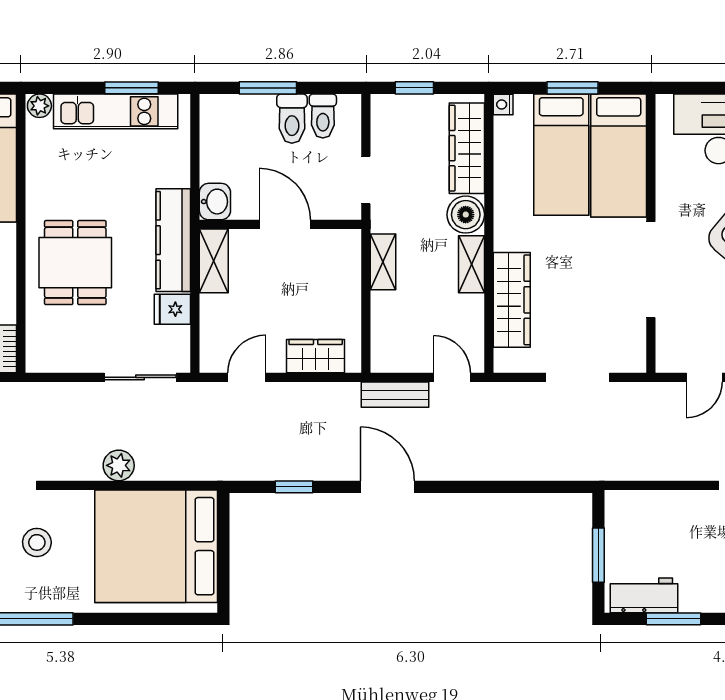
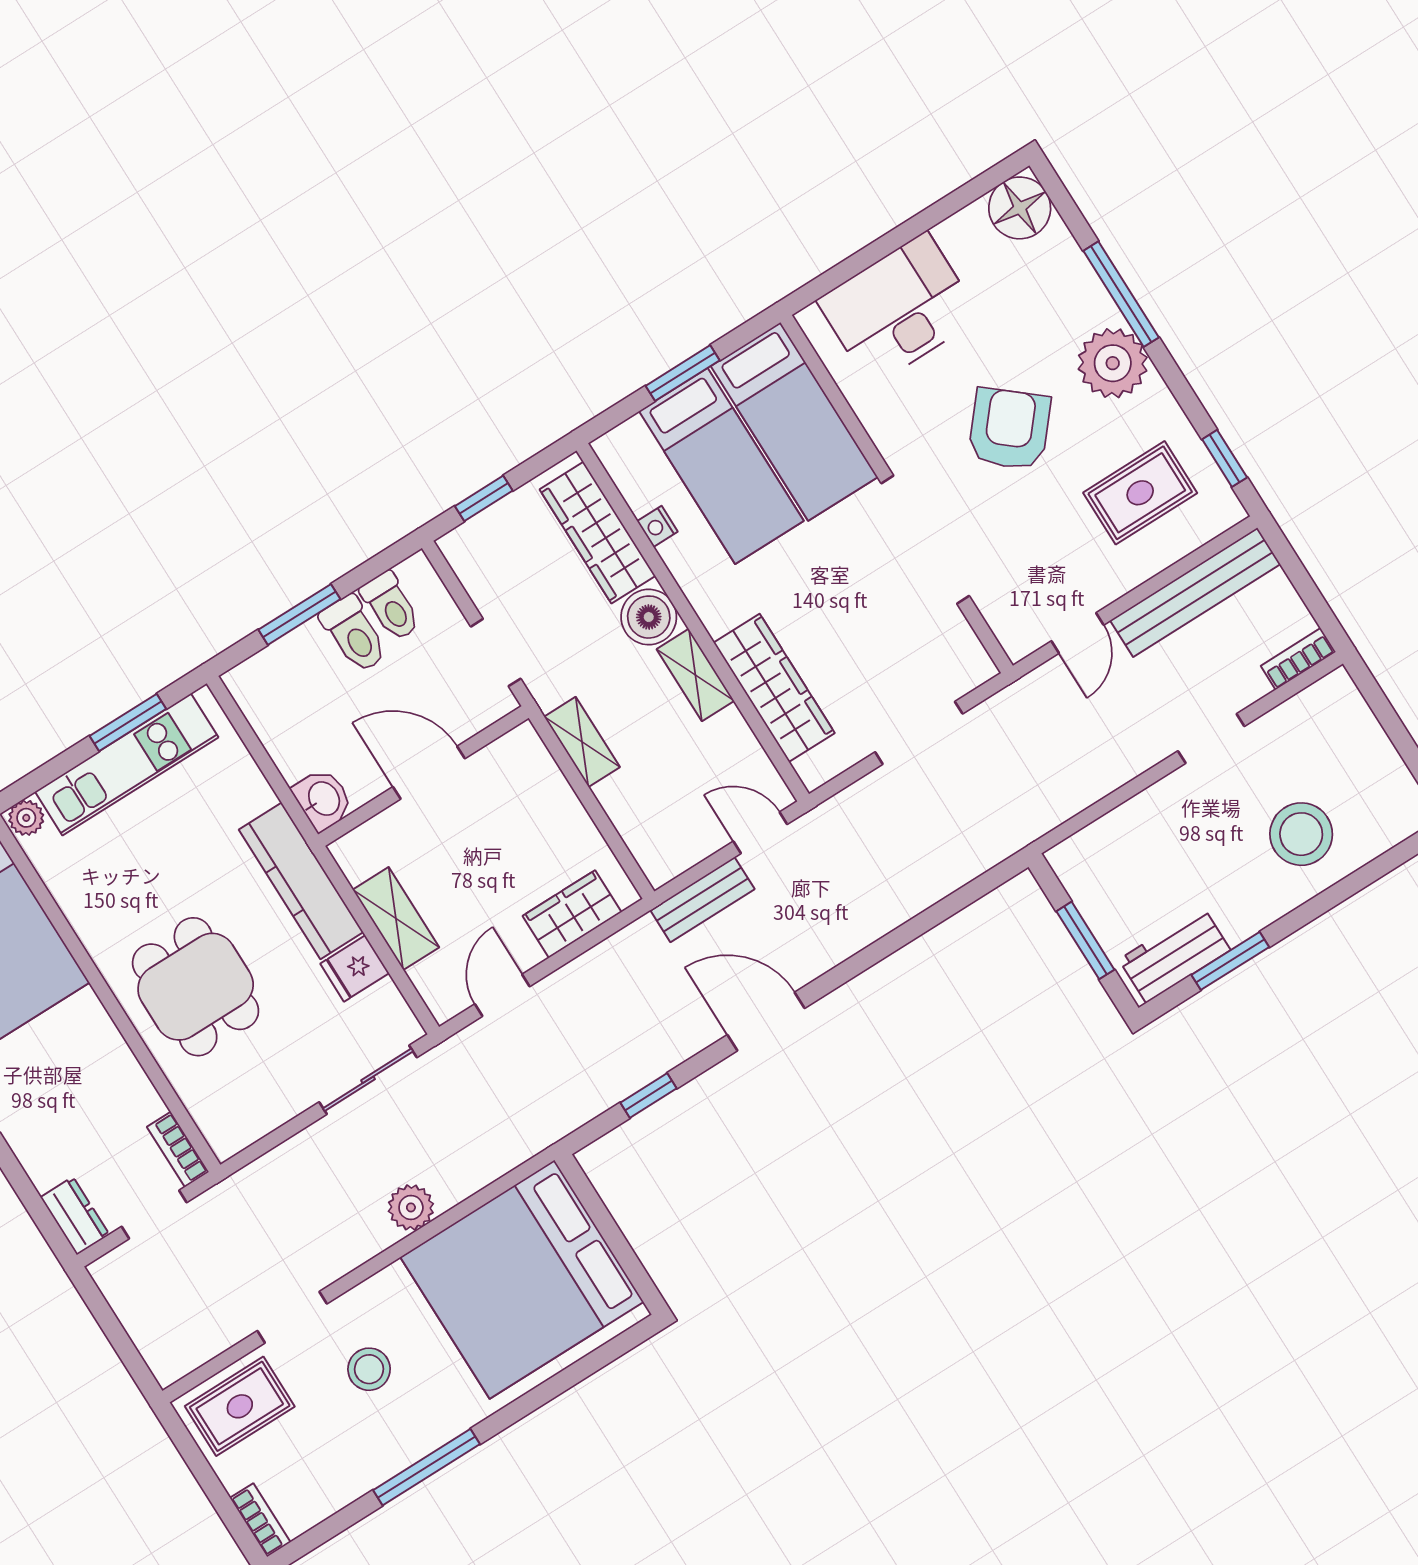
nightstand: (503, 105) -> (657, 526), moved
shelving: (214, 261) -> (396, 918), moved

